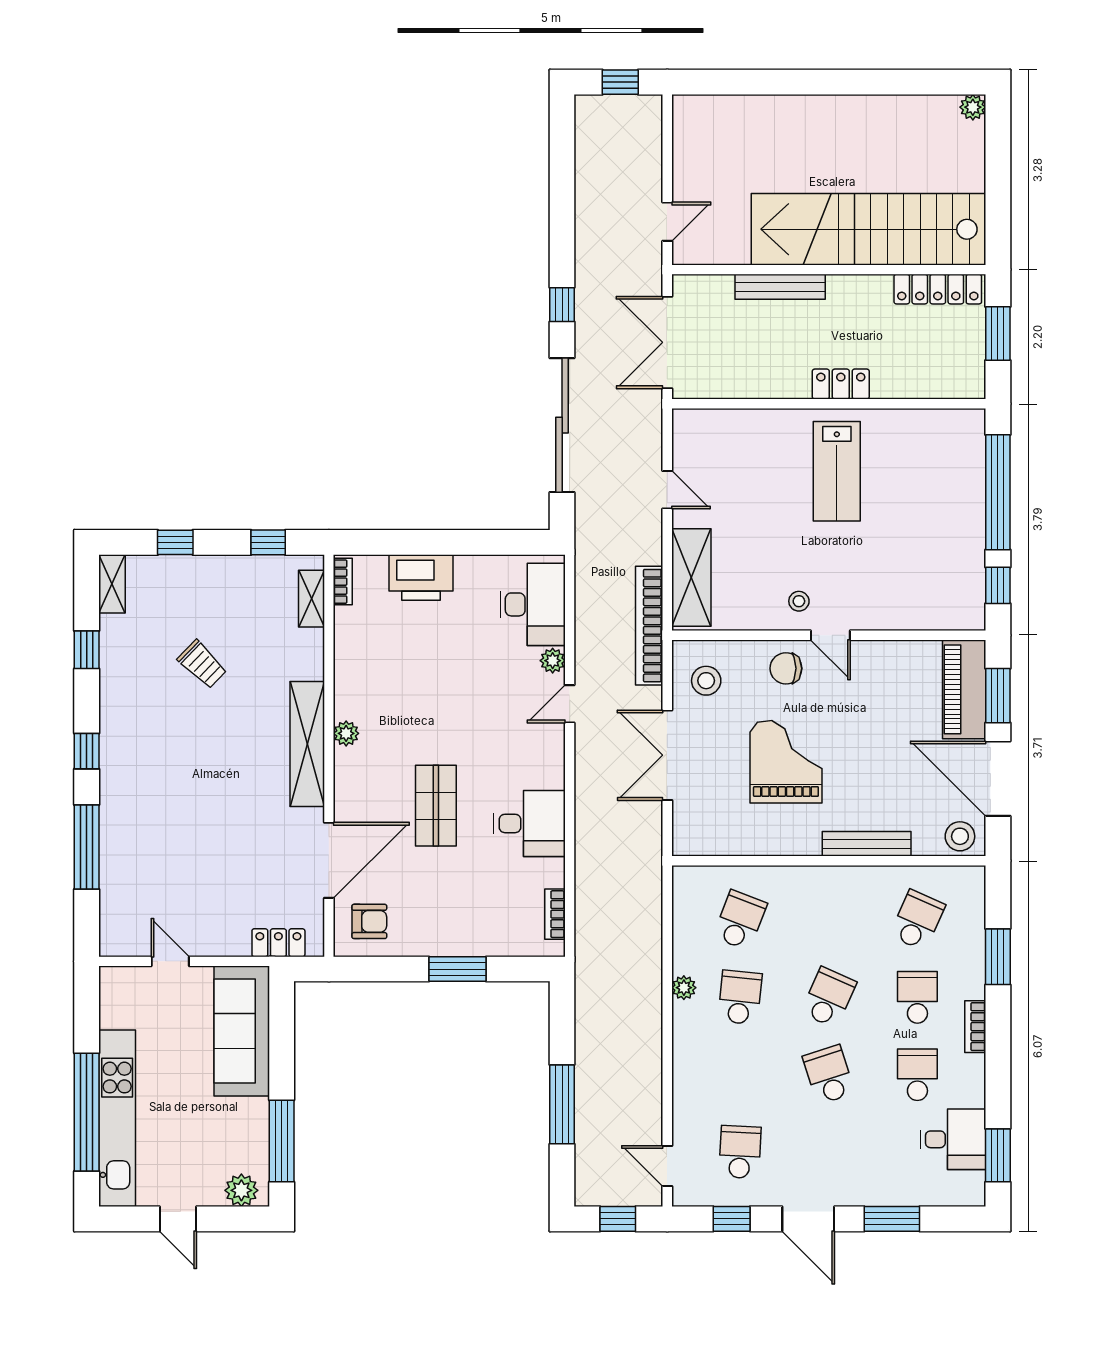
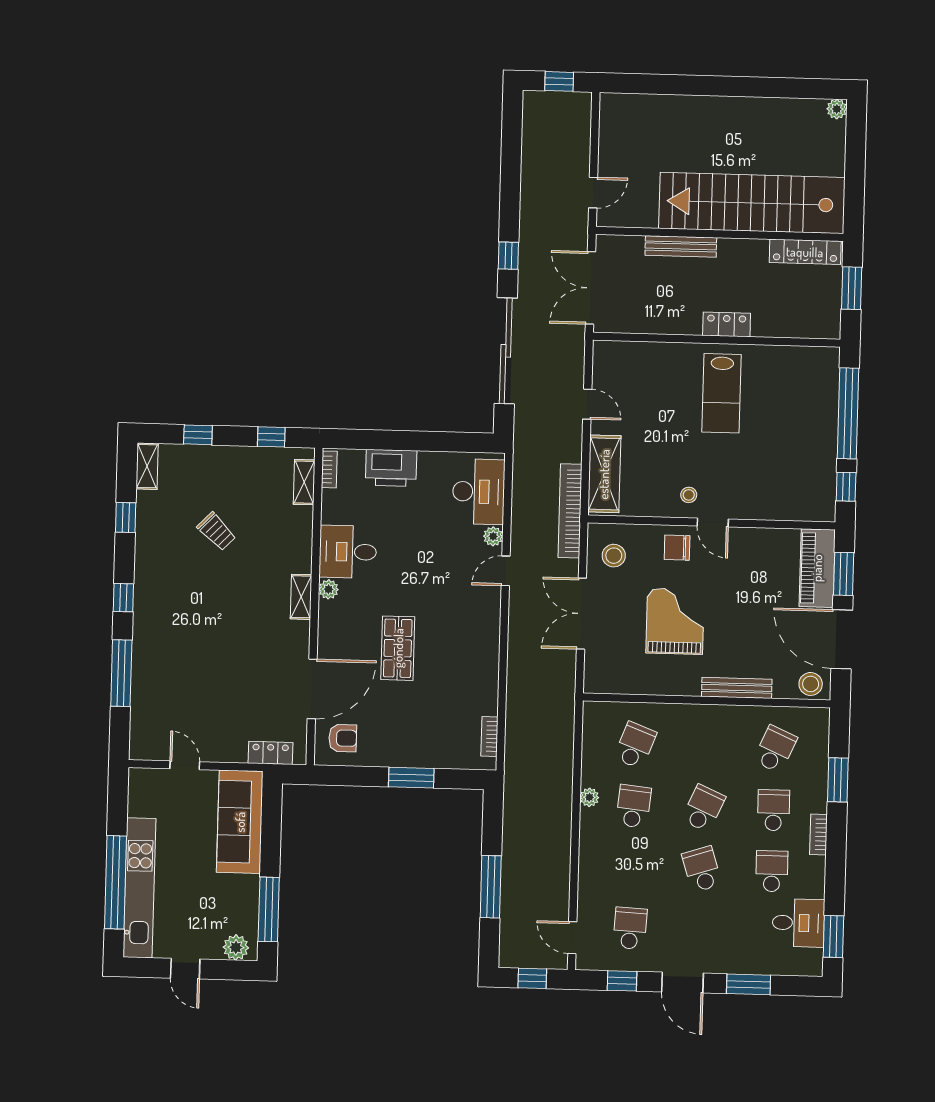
shelving: (307, 744) -> (301, 597), width x0.45, depth x0.75
desk: (529, 823) -> (348, 552), moved, turned 180

